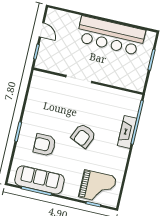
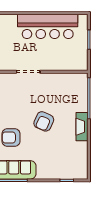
fireplace: (127, 132) -> (82, 127), moved
grand piano: (98, 187) -> (67, 164), removed

